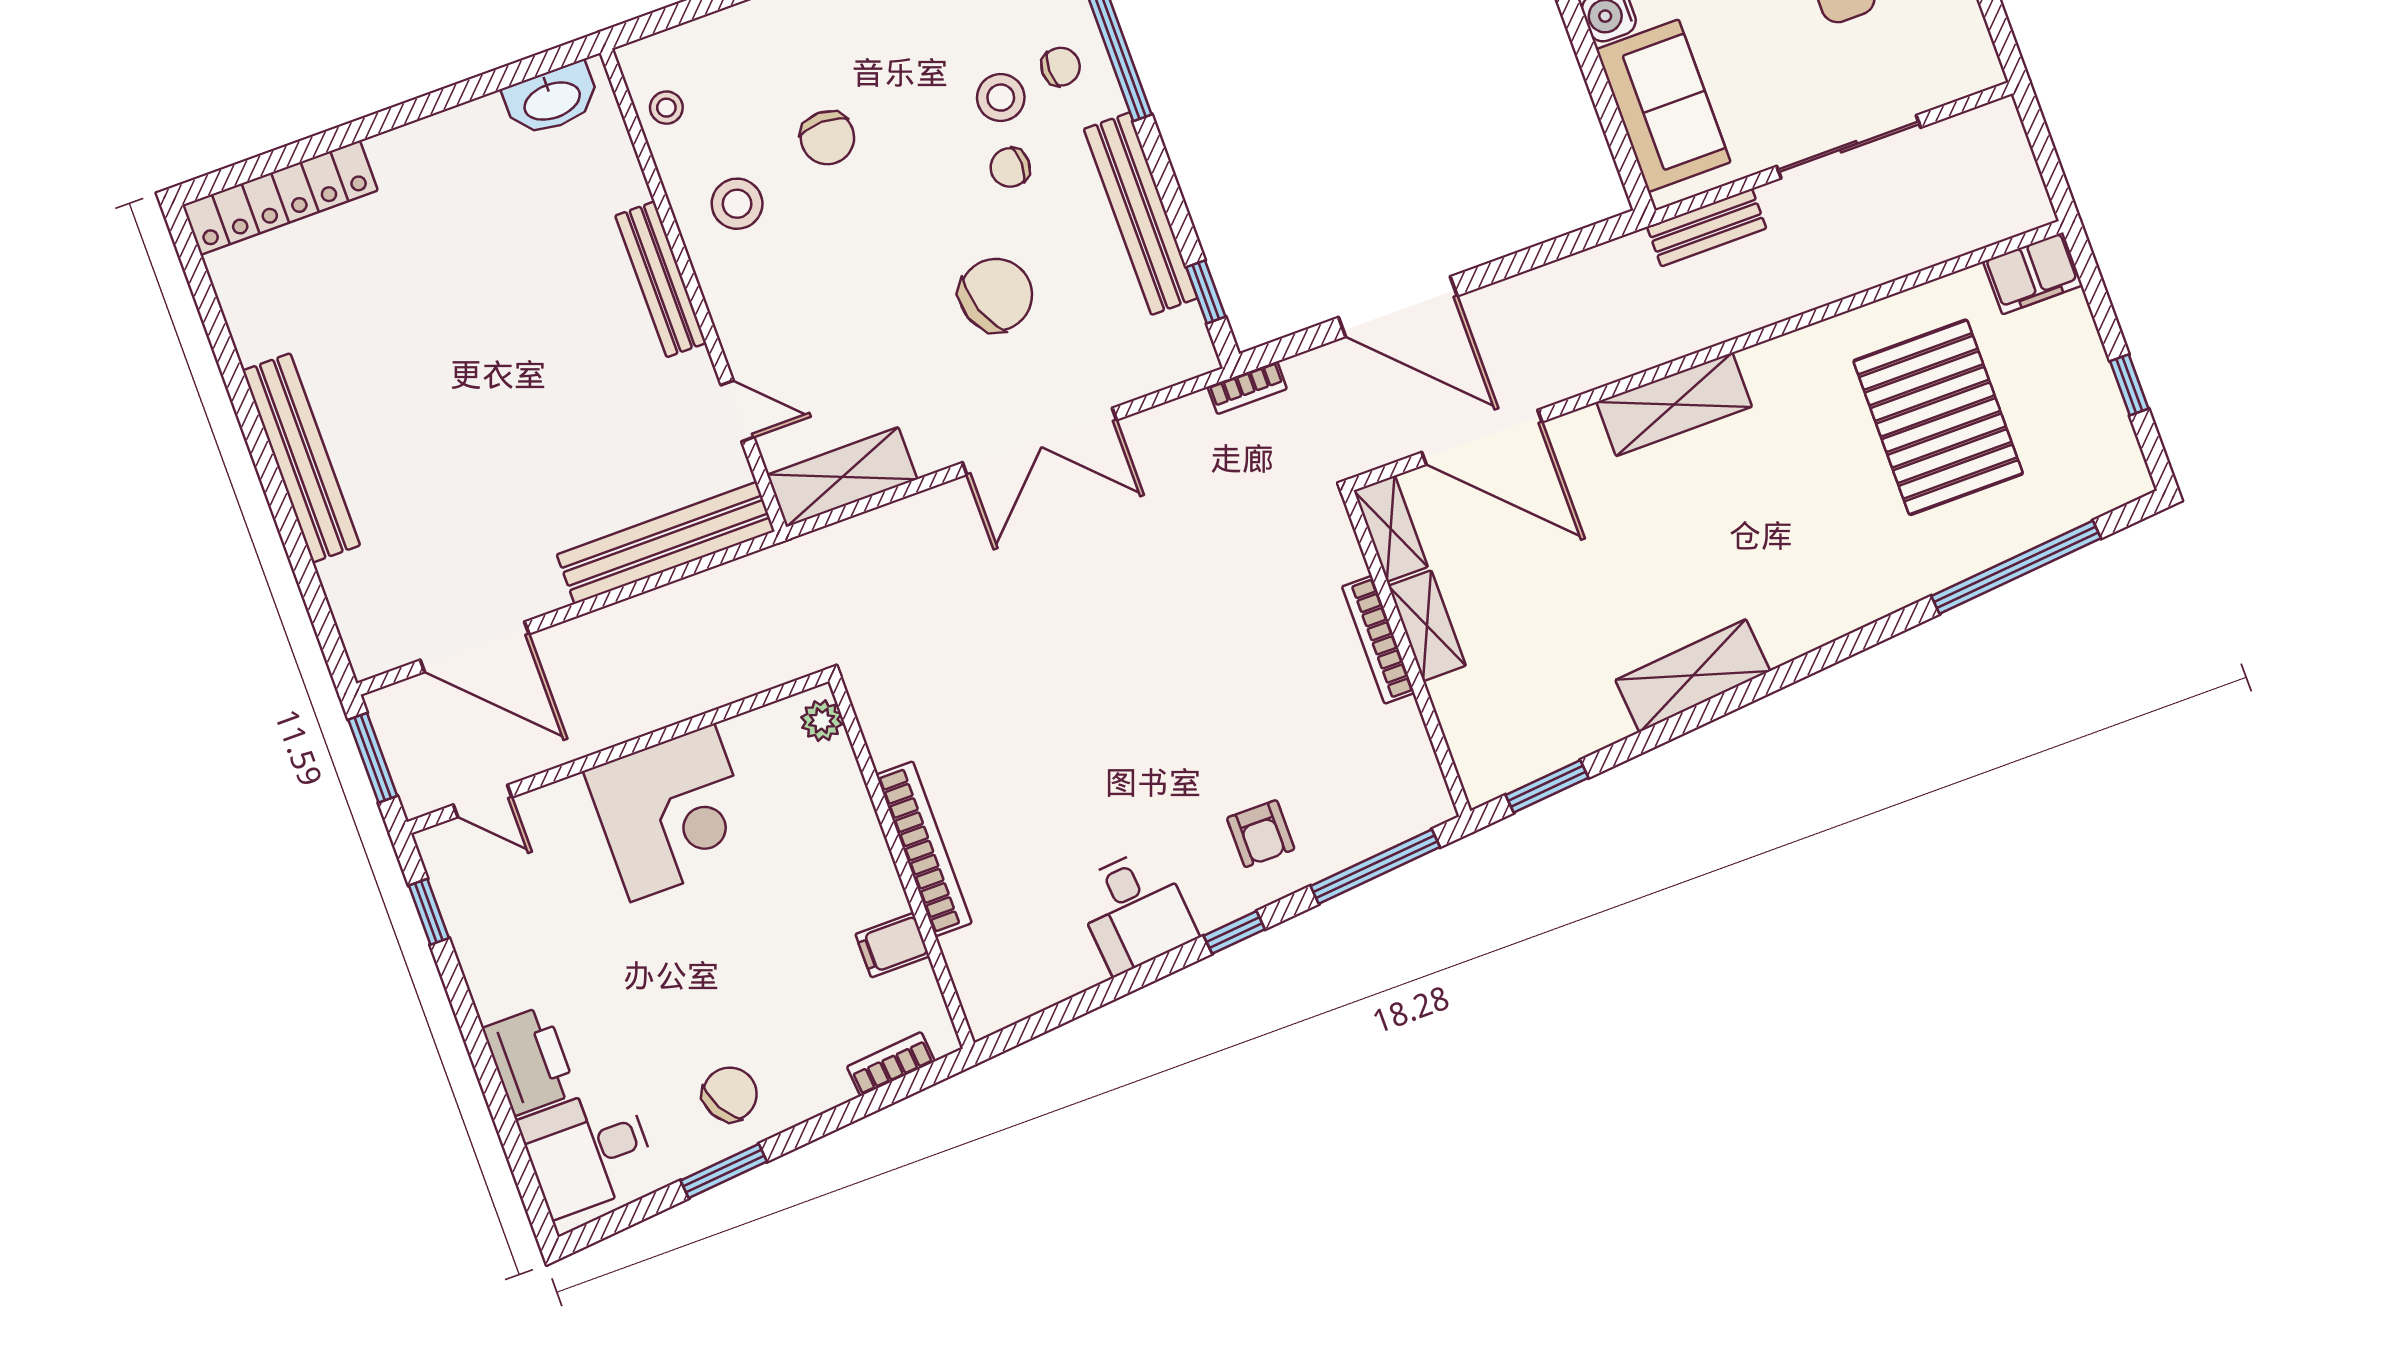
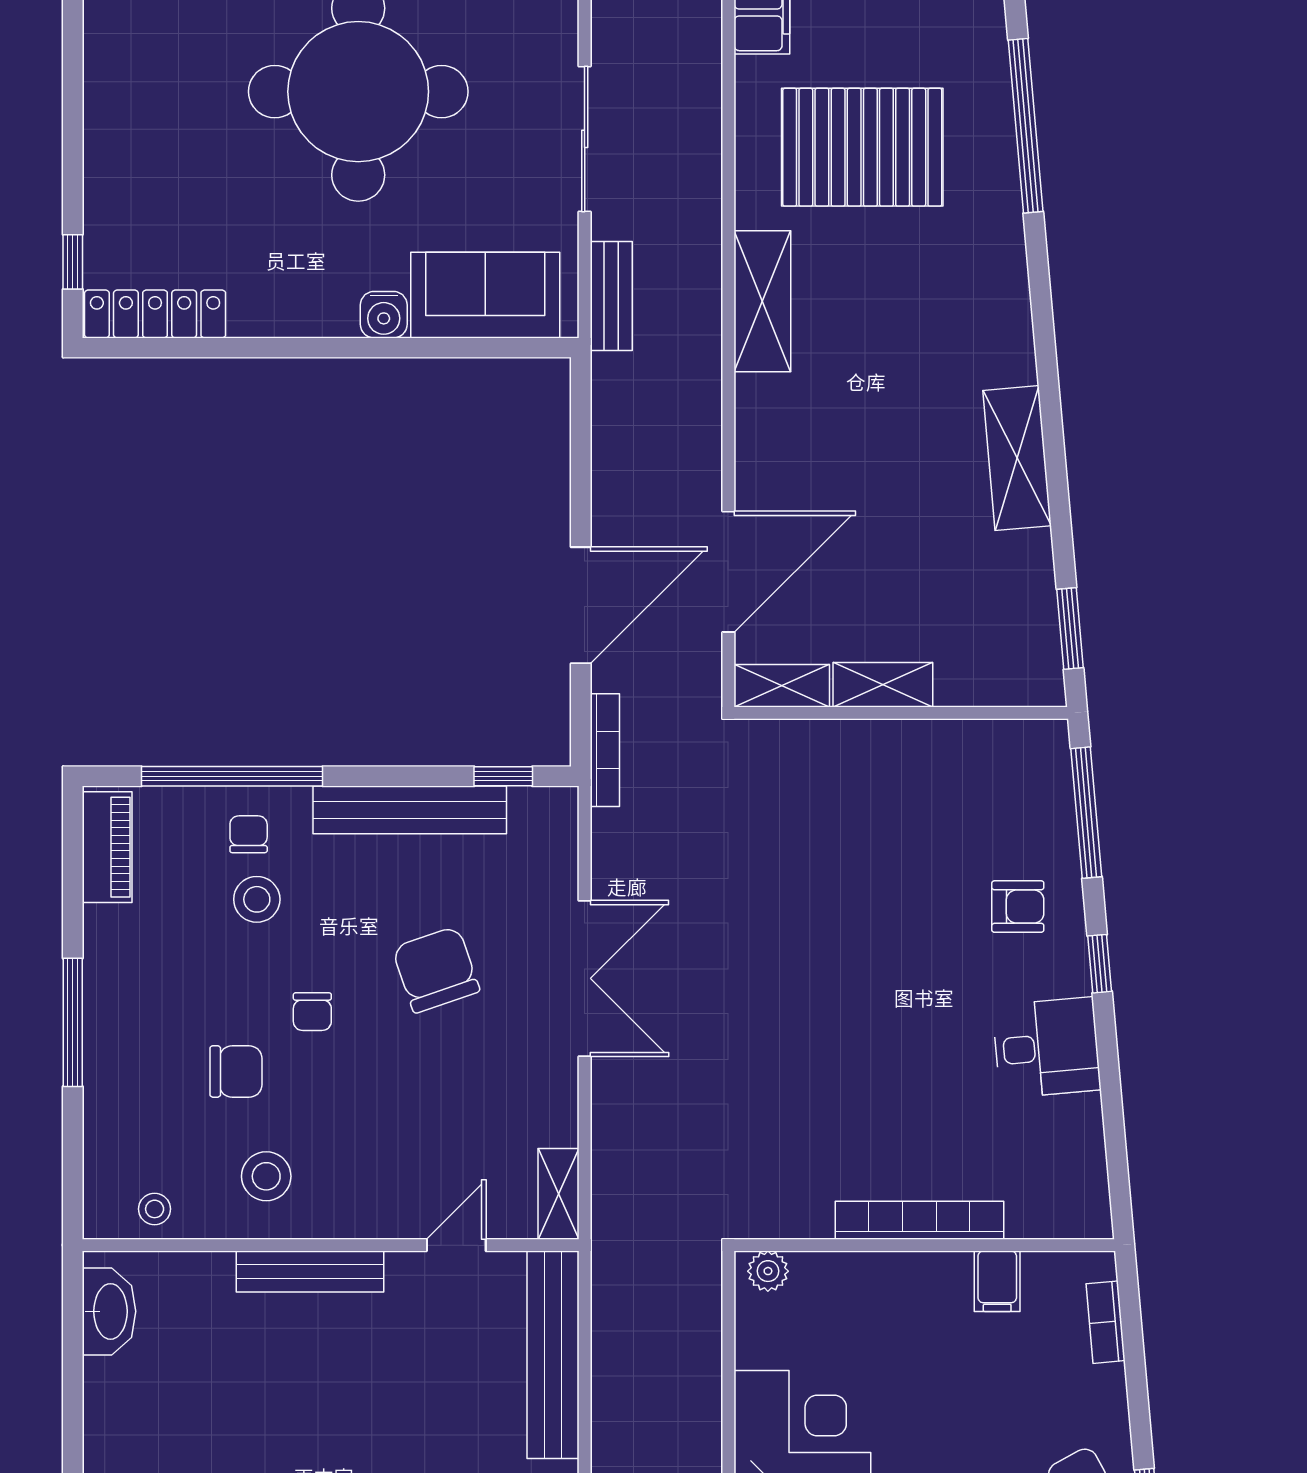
chair: (1010, 167) -> (312, 1012), moved
bookcase: (1247, 388) -> (605, 750), width x1.56
shelving: (1674, 404) -> (762, 301), moved
shelving: (842, 477) -> (558, 1194), width x0.67, depth x0.75
bookcase: (1378, 640) -> (879, 734), removed

